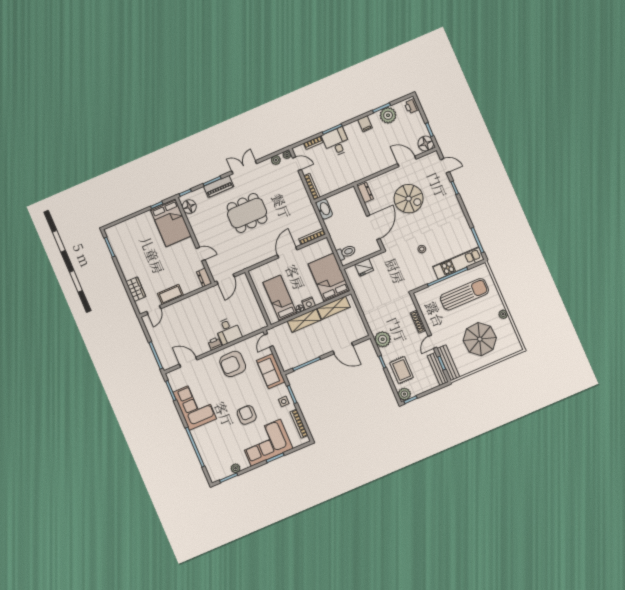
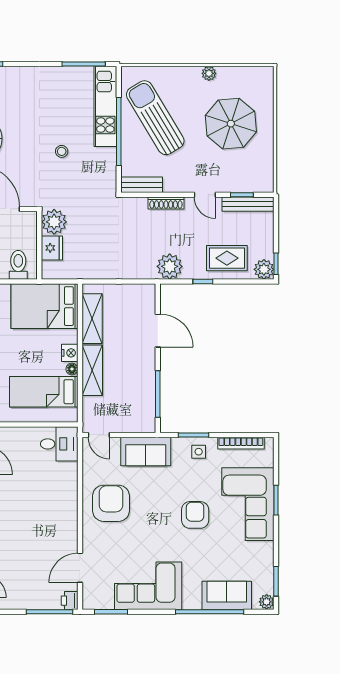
plant: (380, 262) -> (54, 222), added
sun lounger: (464, 294) -> (155, 118), turned -31
desk: (228, 331) -> (59, 444), moved
printer: (215, 344) -> (70, 601), moved
door: (343, 348) -> (158, 331), hinge flipped
bench: (448, 363) -> (142, 185), moved, width x0.73
armchair: (233, 364) -> (111, 503), turned 180
armchair: (247, 415) -> (195, 515), turned 90
sofa: (208, 453) -> (227, 595), added
plant: (236, 468) -> (267, 602), moved

